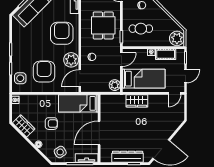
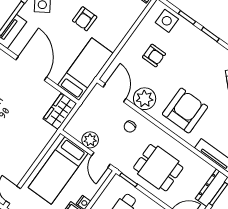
armchair: (62, 33) -> (185, 111), turned -90
armchair: (44, 72) -> (154, 56), width x0.53, depth x0.53
plant: (115, 85) -> (90, 140), moved
wardrobe: (137, 101) -> (60, 111), moved

